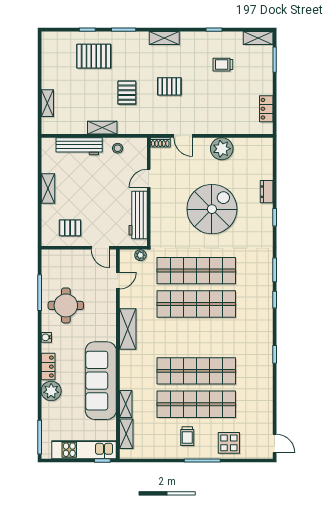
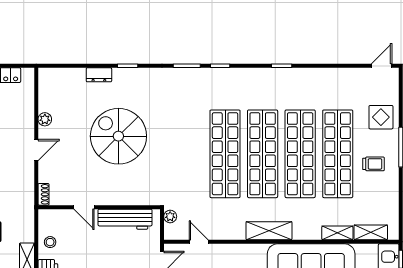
door: (183, 136) -> (36, 150), moved
plant: (222, 149) -> (45, 119), width x0.53, depth x0.53
shop shelf: (196, 271) -> (263, 154), moved
shelving: (128, 329) -> (269, 231), moved

